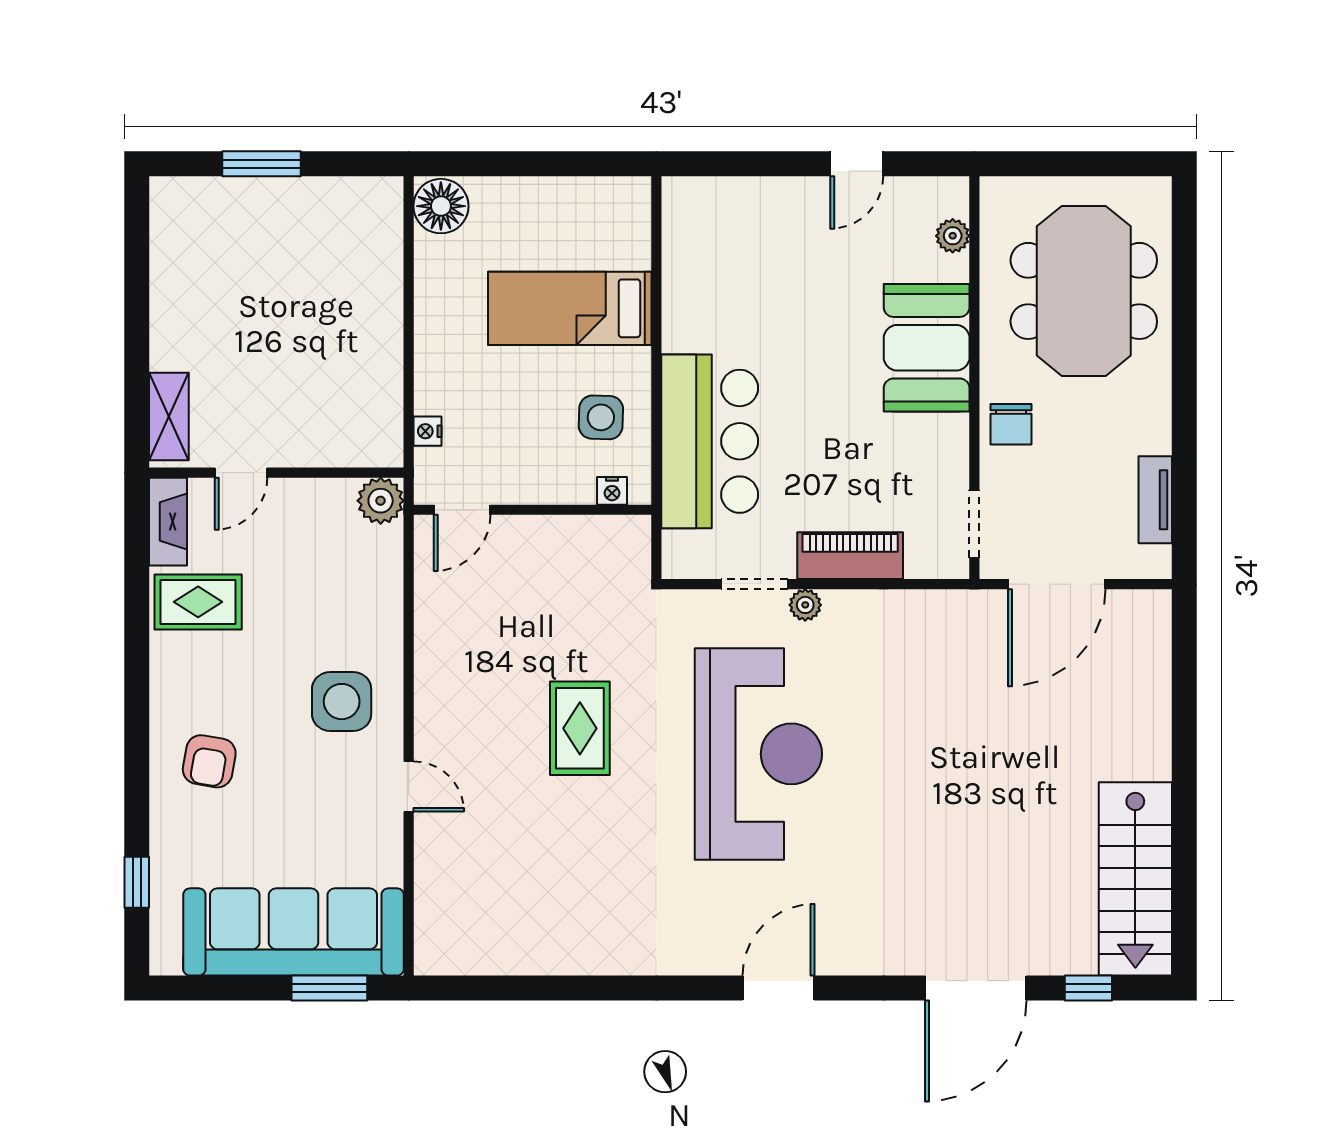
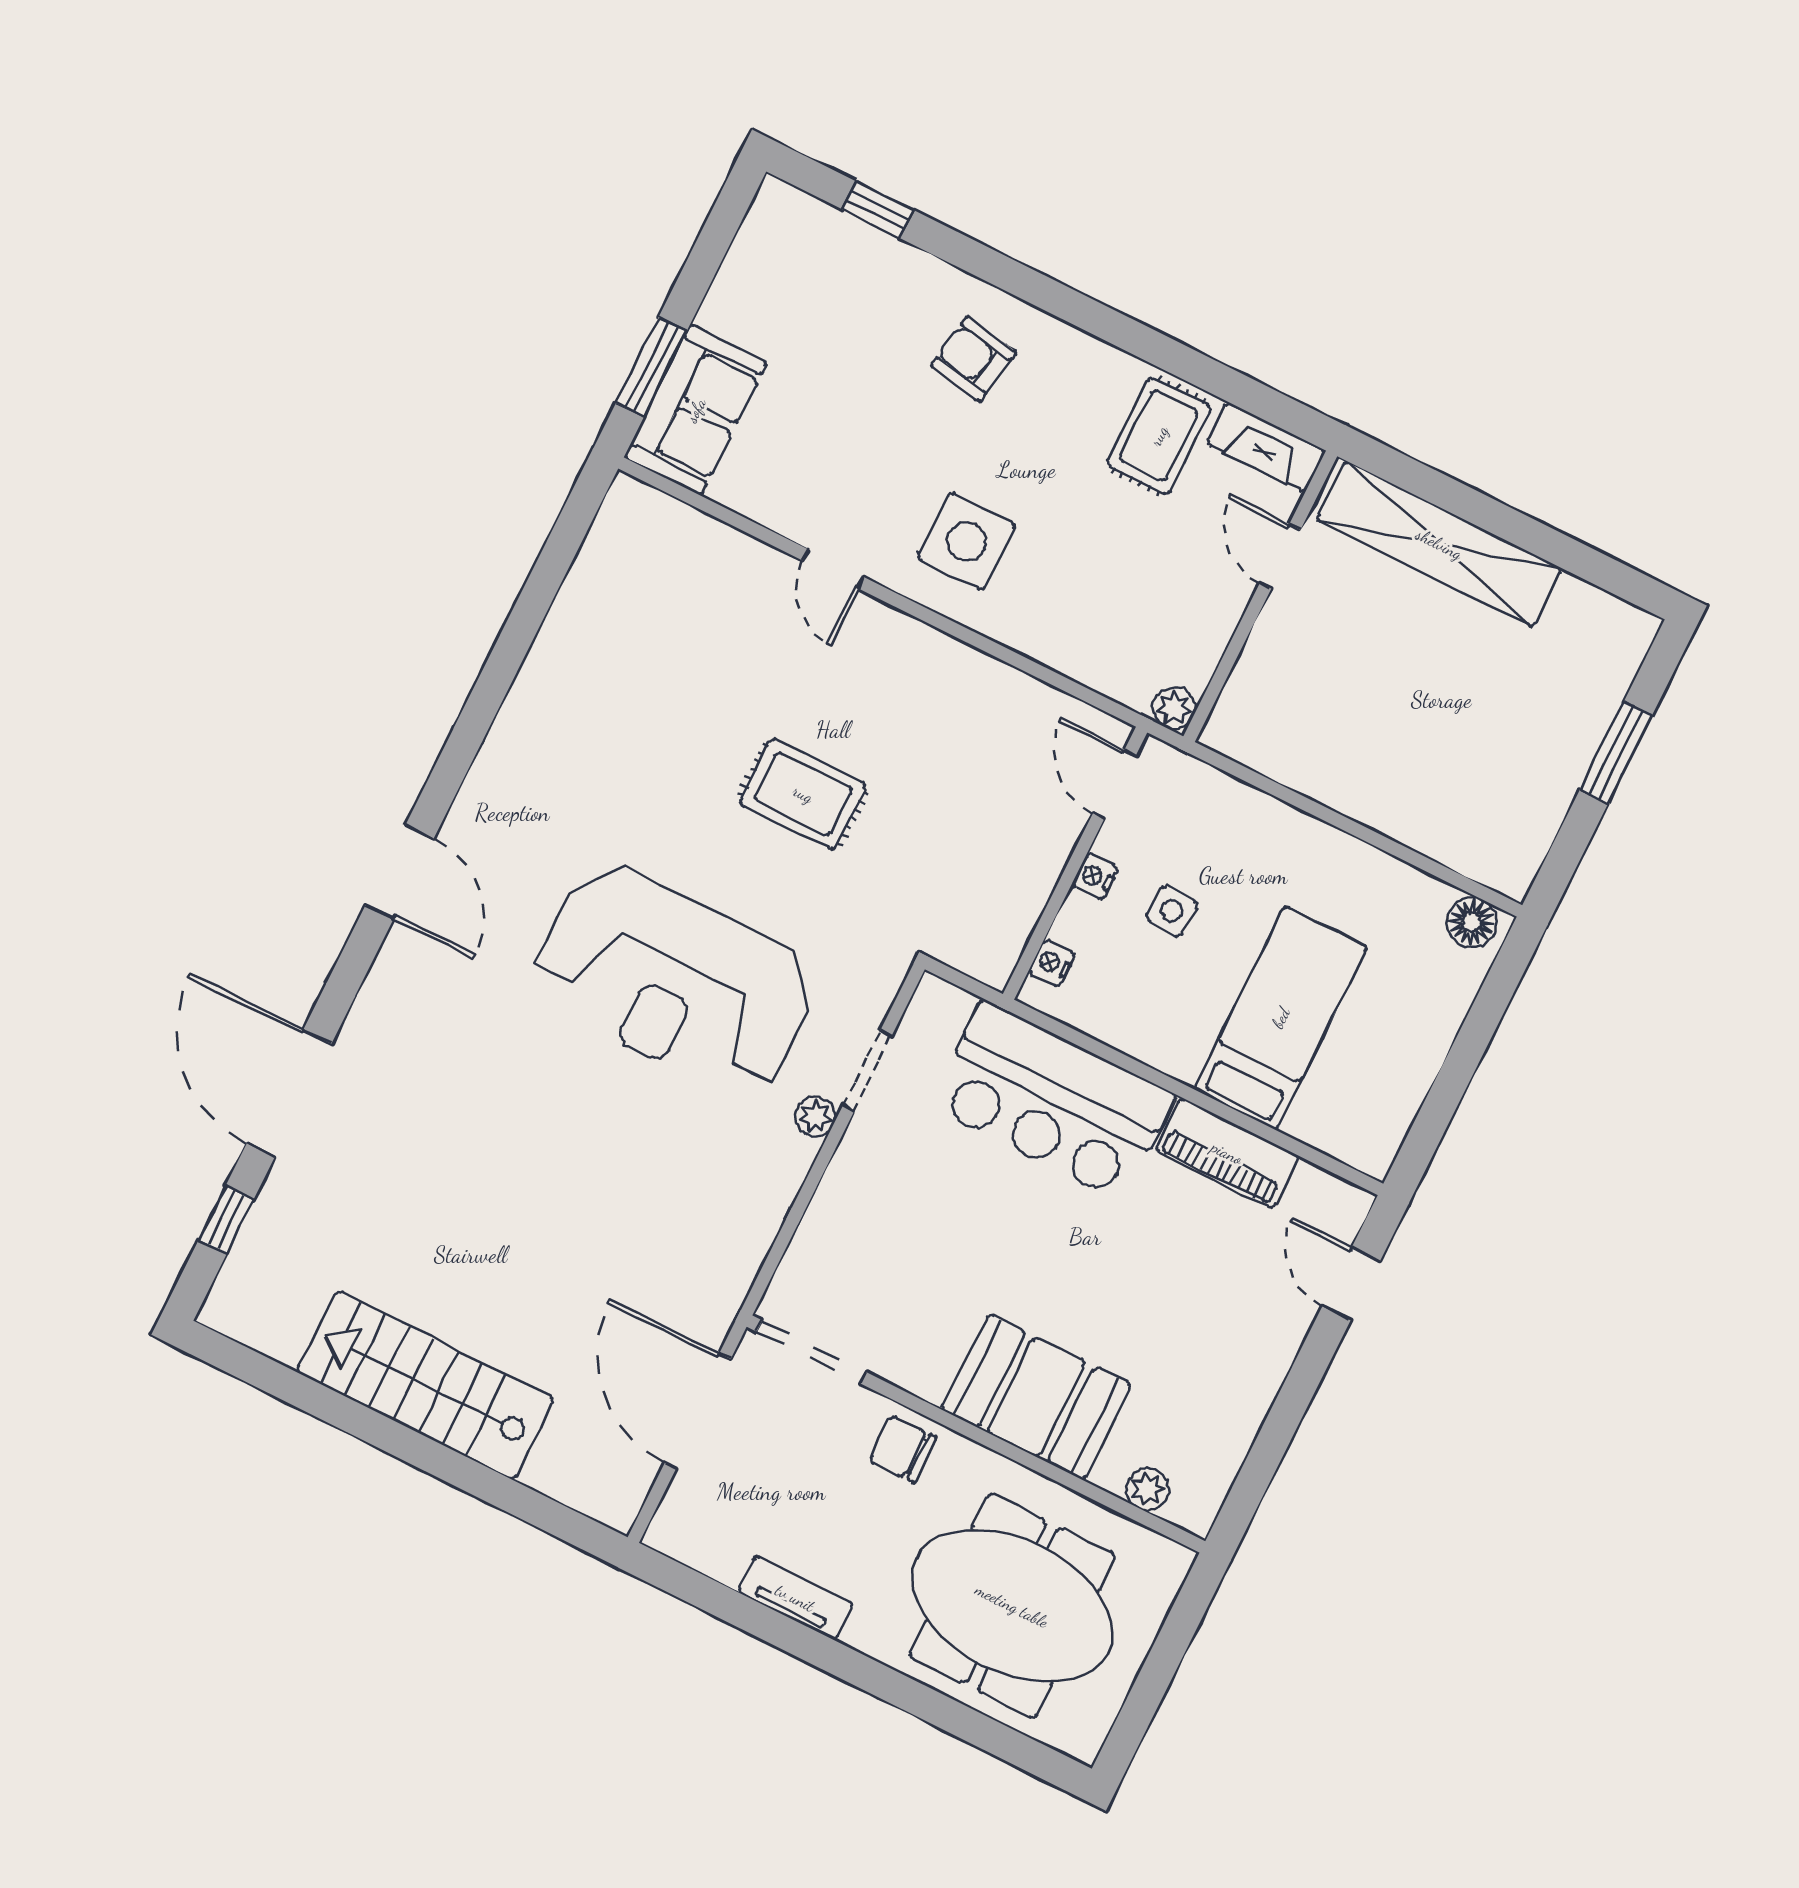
door: (857, 164) -> (1351, 1284), moved
floor lamp: (441, 206) -> (1472, 922), width x0.73, depth x0.73
shelving: (169, 416) -> (1439, 544), width x2.20, depth x1.33
side table: (601, 417) -> (1172, 911), moved, width x0.73, depth x0.73
nightstand: (428, 431) -> (1095, 877), moved, turned -90
tv unit: (1155, 500) -> (795, 1598), moved
plant: (381, 501) -> (1174, 708), width x0.73, depth x0.73
doorway: (974, 524) -> (812, 1352), width x1.38
piano: (850, 556) -> (1227, 1153), moved, turned 90
door: (409, 786) -> (833, 569), hinge flipped
stairs: (1135, 879) -> (425, 1385), moved
sofa: (294, 932) -> (696, 410), width x0.54, depth x0.79

